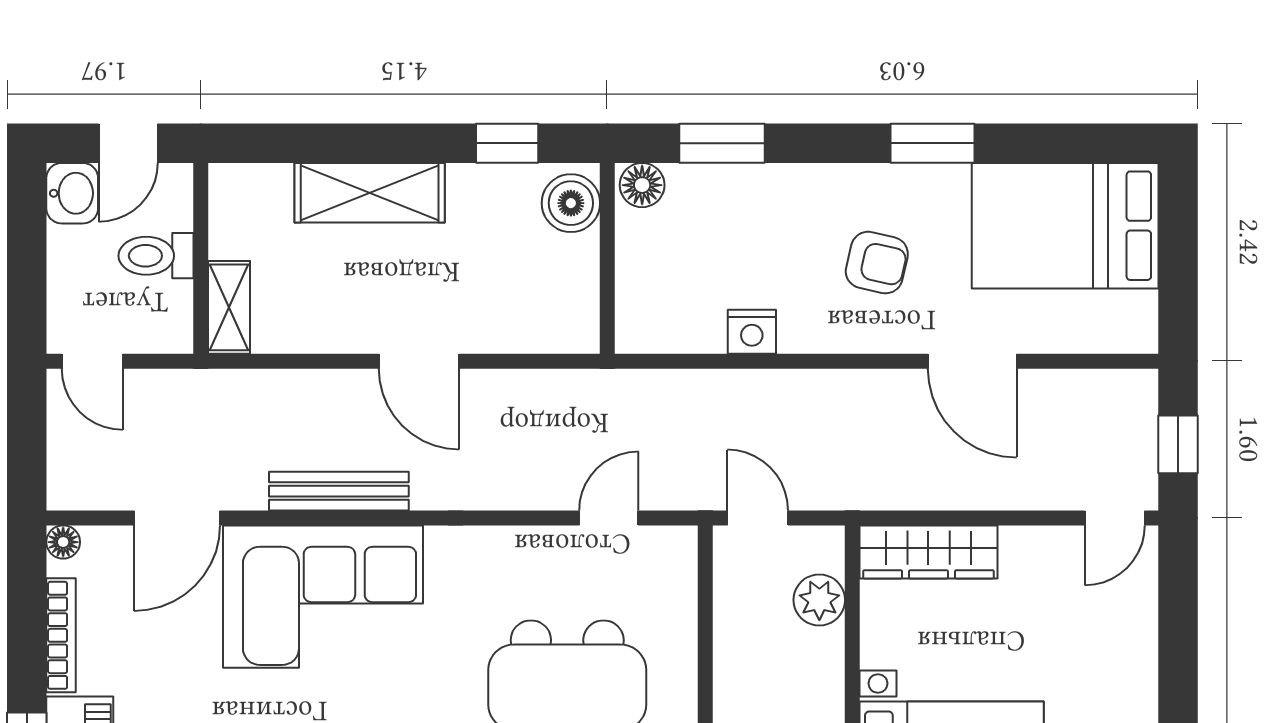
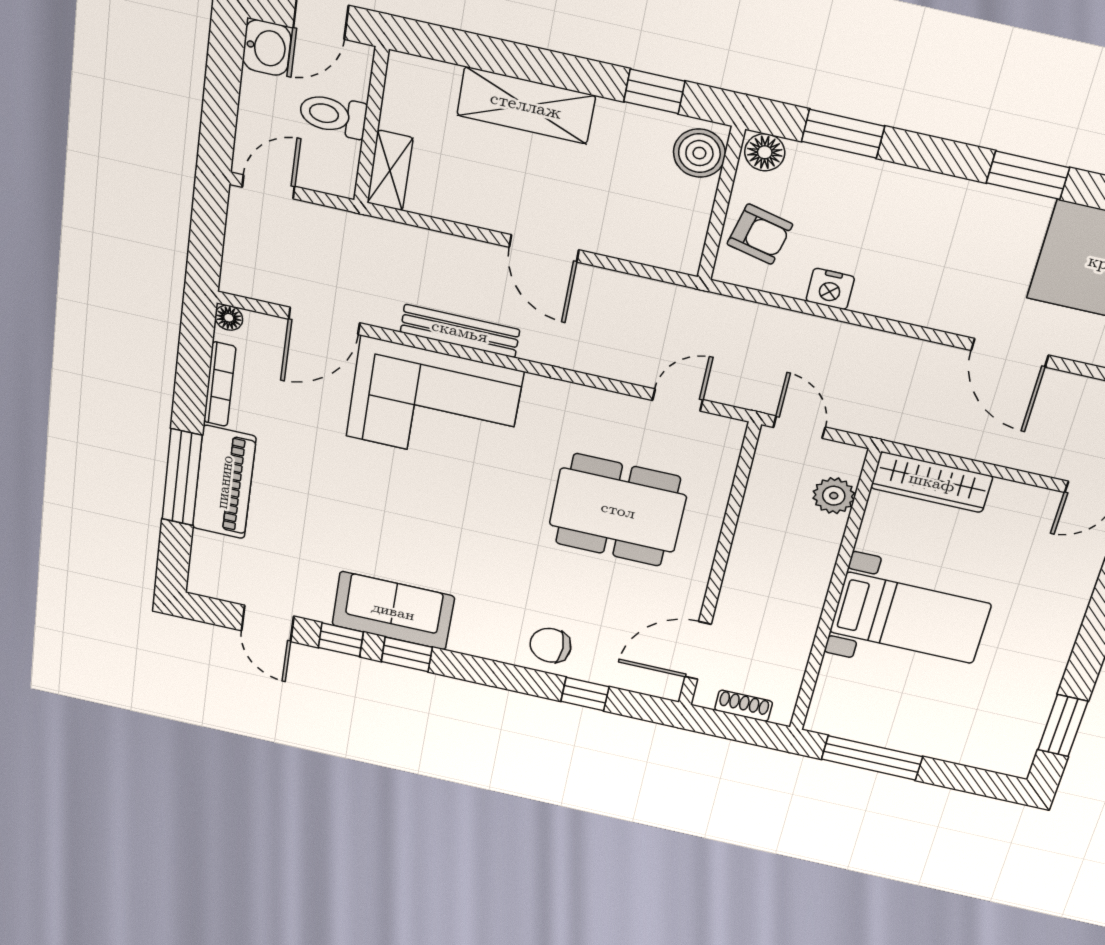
armchair: (877, 263) -> (760, 234), moved
door: (92, 361) -> (268, 187), swing flipped

